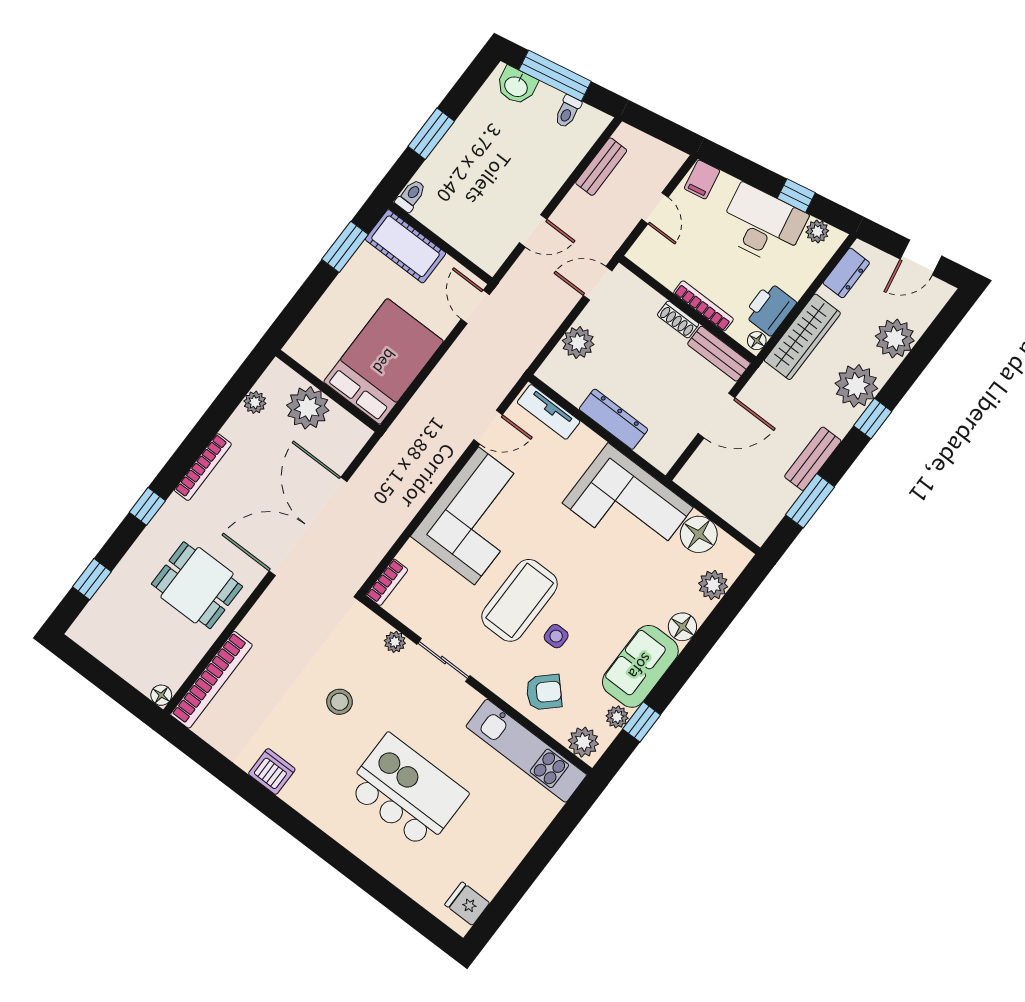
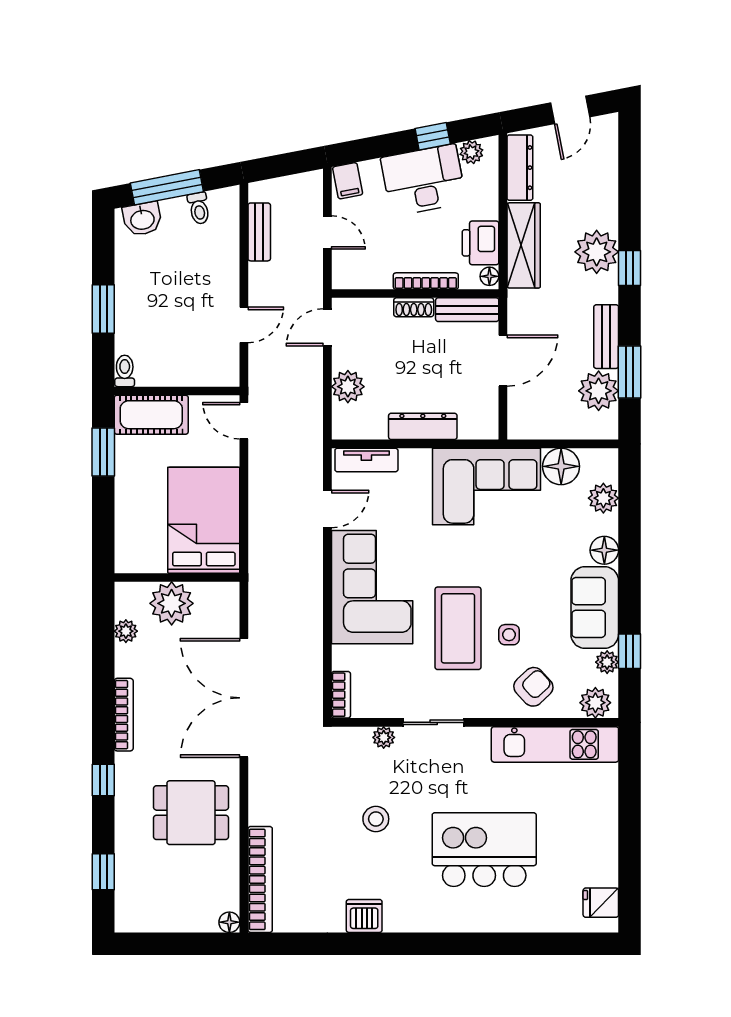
dresser: (846, 273) -> (520, 168), width x1.44
plant: (895, 338) -> (599, 391), moved

